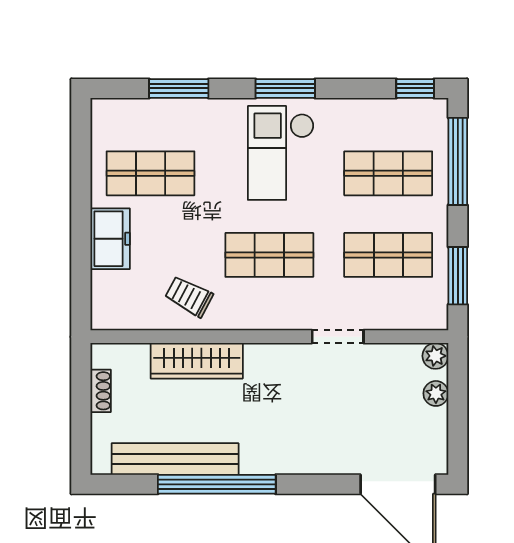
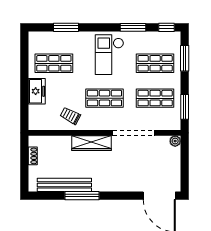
window: (285, 88) -> (133, 27), moved
window: (458, 161) -> (185, 58), width x0.69
doorway: (338, 337) -> (134, 133), width x1.88
wardrobe: (197, 361) -> (92, 143), moved
plant: (436, 393) -> (175, 157), removed
window: (217, 484) -> (82, 196), width x0.68

